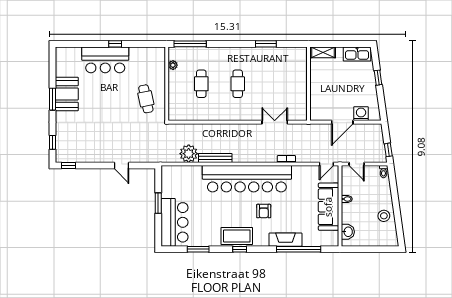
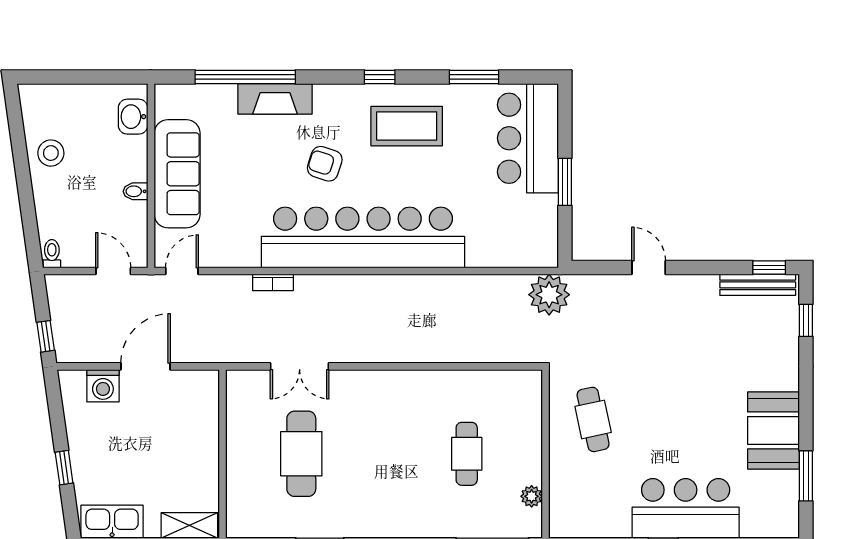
cafe table: (238, 84) -> (301, 454), moved, width x1.37, depth x1.35
window: (52, 99) -> (806, 476), moved
window: (388, 150) -> (46, 336), moved
plant: (189, 154) -> (549, 295), moved
bench: (215, 158) -> (758, 285), moved
armchair: (264, 211) -> (325, 164), turned -72
coffee table: (237, 236) -> (407, 126), moved

